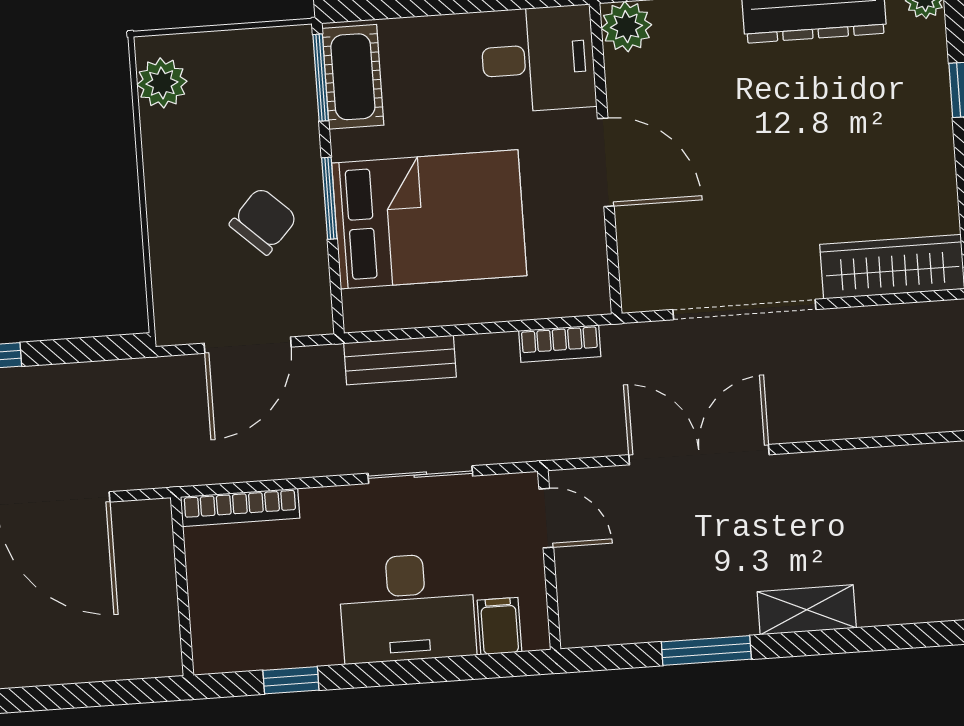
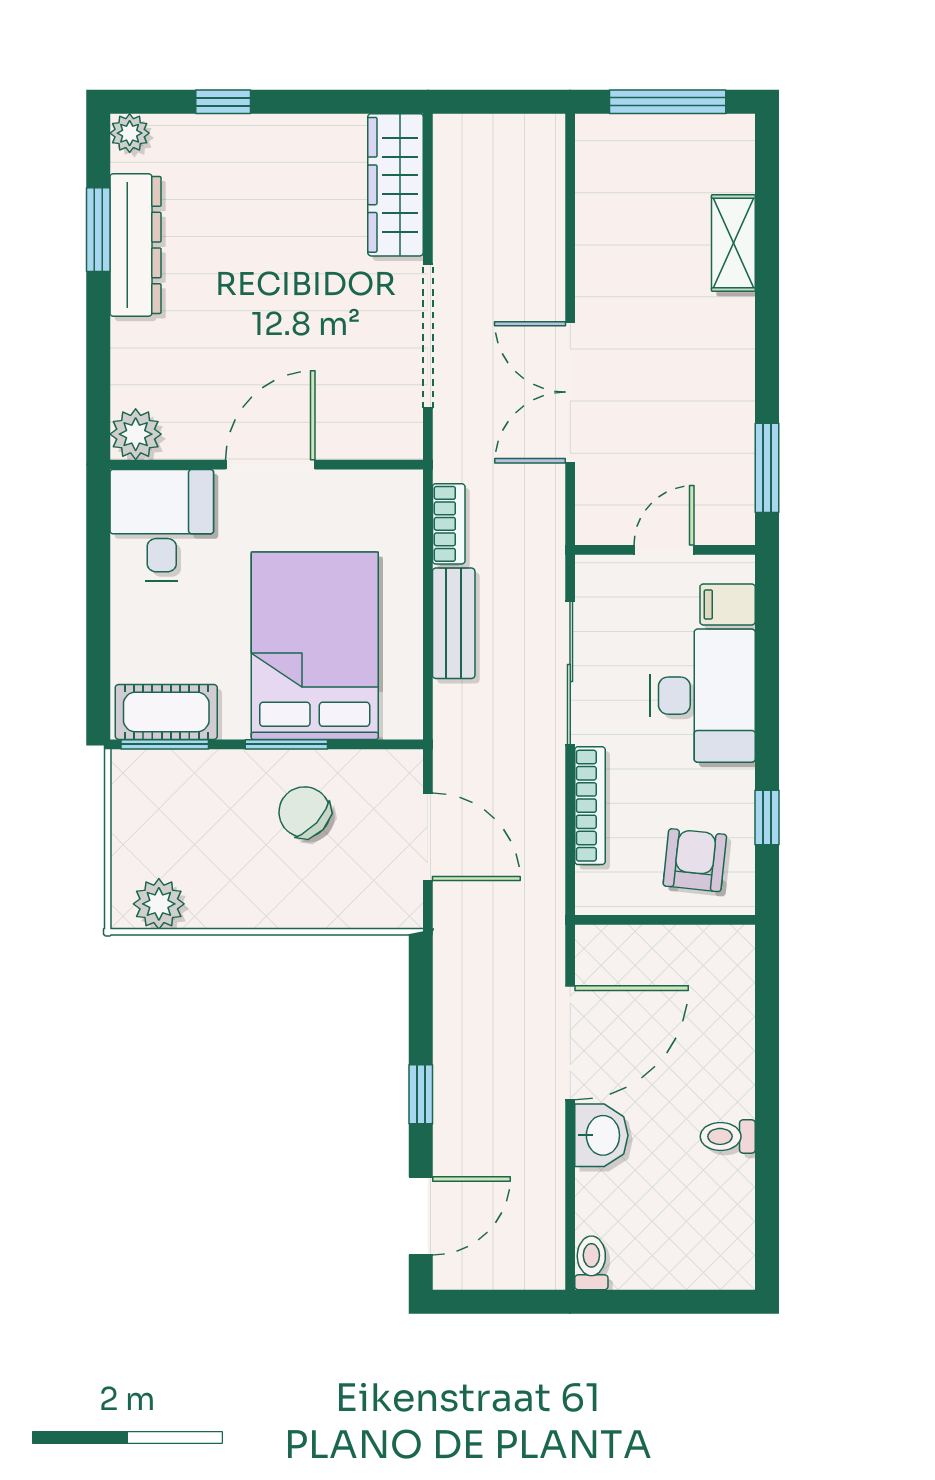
bench: (400, 360) -> (454, 623), moved
sliding door: (420, 475) -> (570, 673), width x1.37
bookcase: (240, 507) -> (590, 806), moved
door: (546, 518) -> (664, 550), moved
shelving: (807, 610) -> (733, 243), moved
armchair: (243, 612) -> (695, 860), added
window: (706, 650) -> (767, 468), moved

